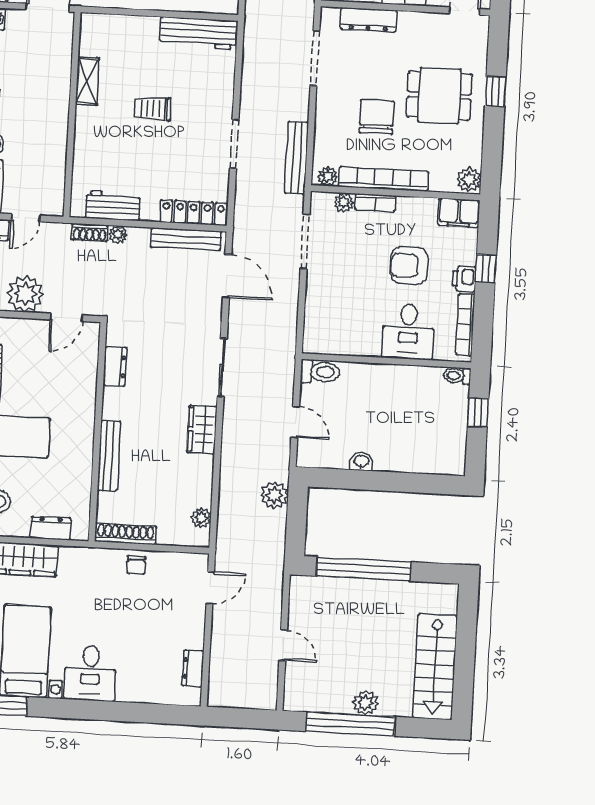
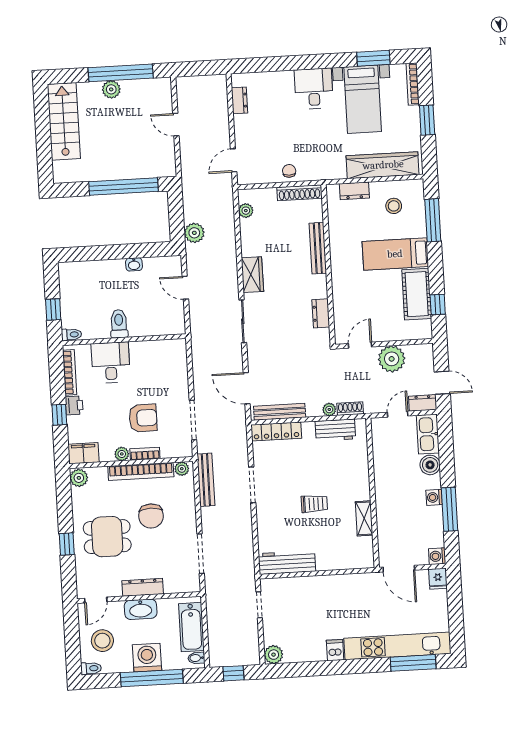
dresser: (368, 20) -> (143, 587), moved
plant: (344, 202) -> (122, 454), moved
armchair: (409, 266) -> (143, 418), moved
toilet: (320, 372) -> (119, 324), moved, turned 90

